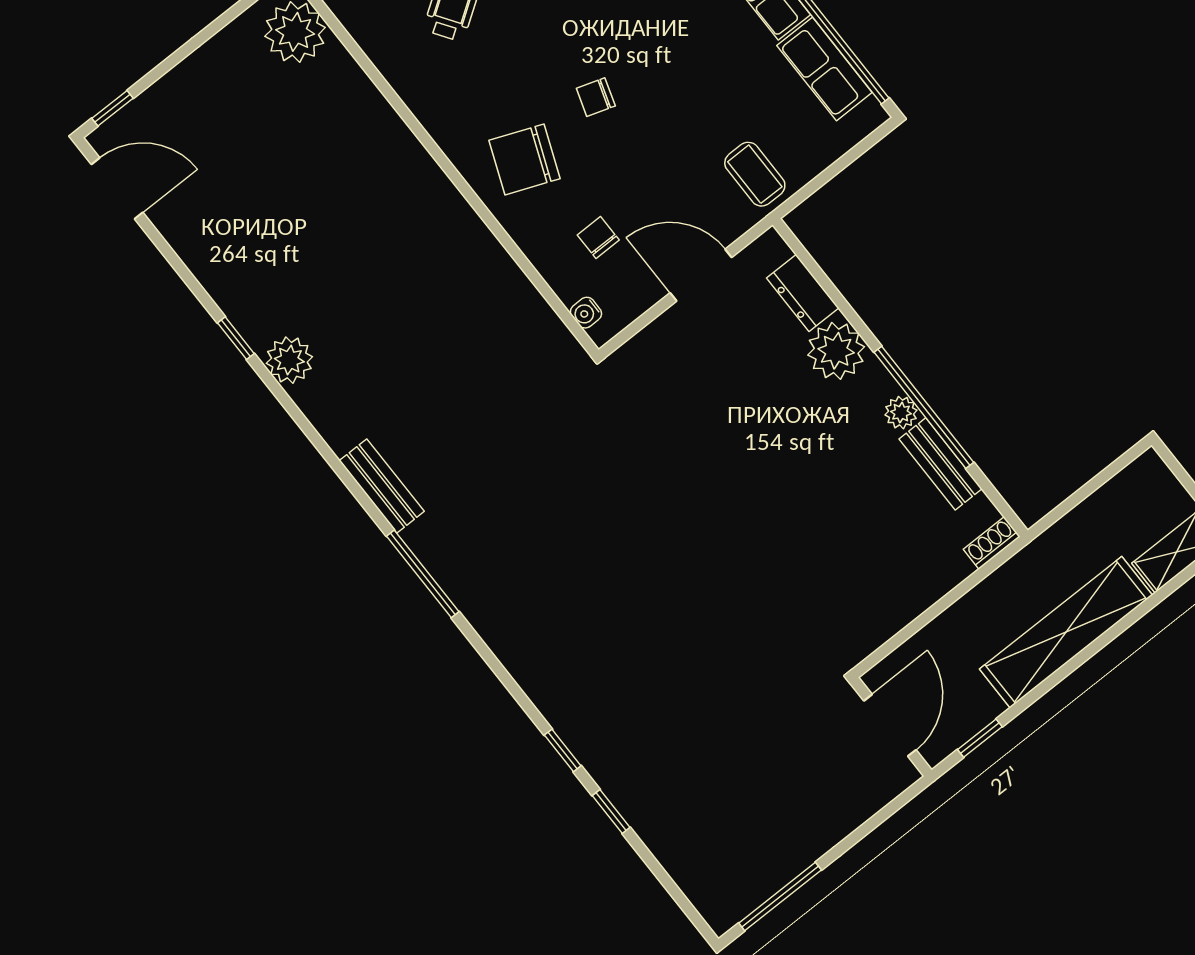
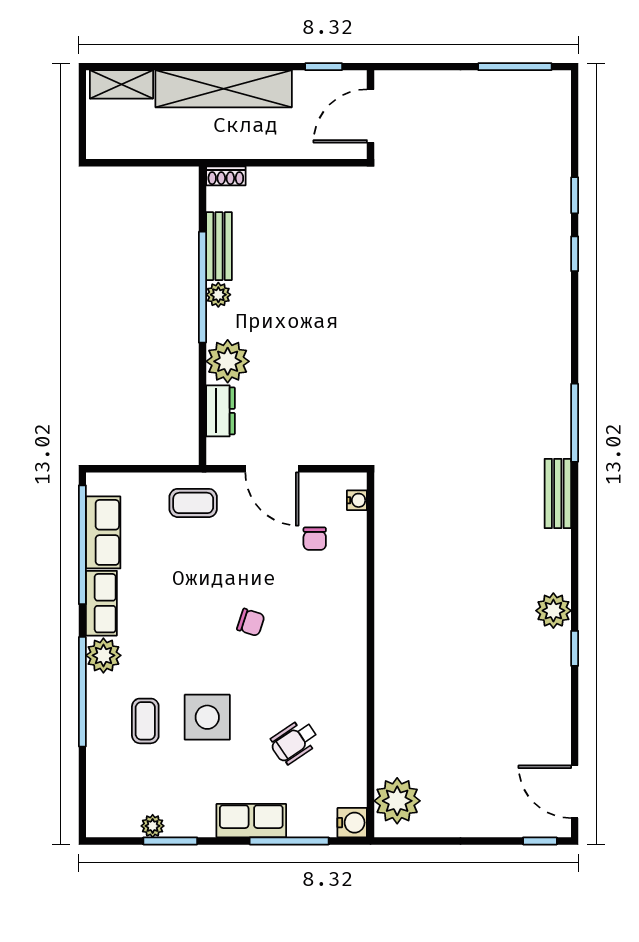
chair: (524, 159) -> (322, 619), removed
coffee table: (755, 174) -> (193, 503), turned 90

